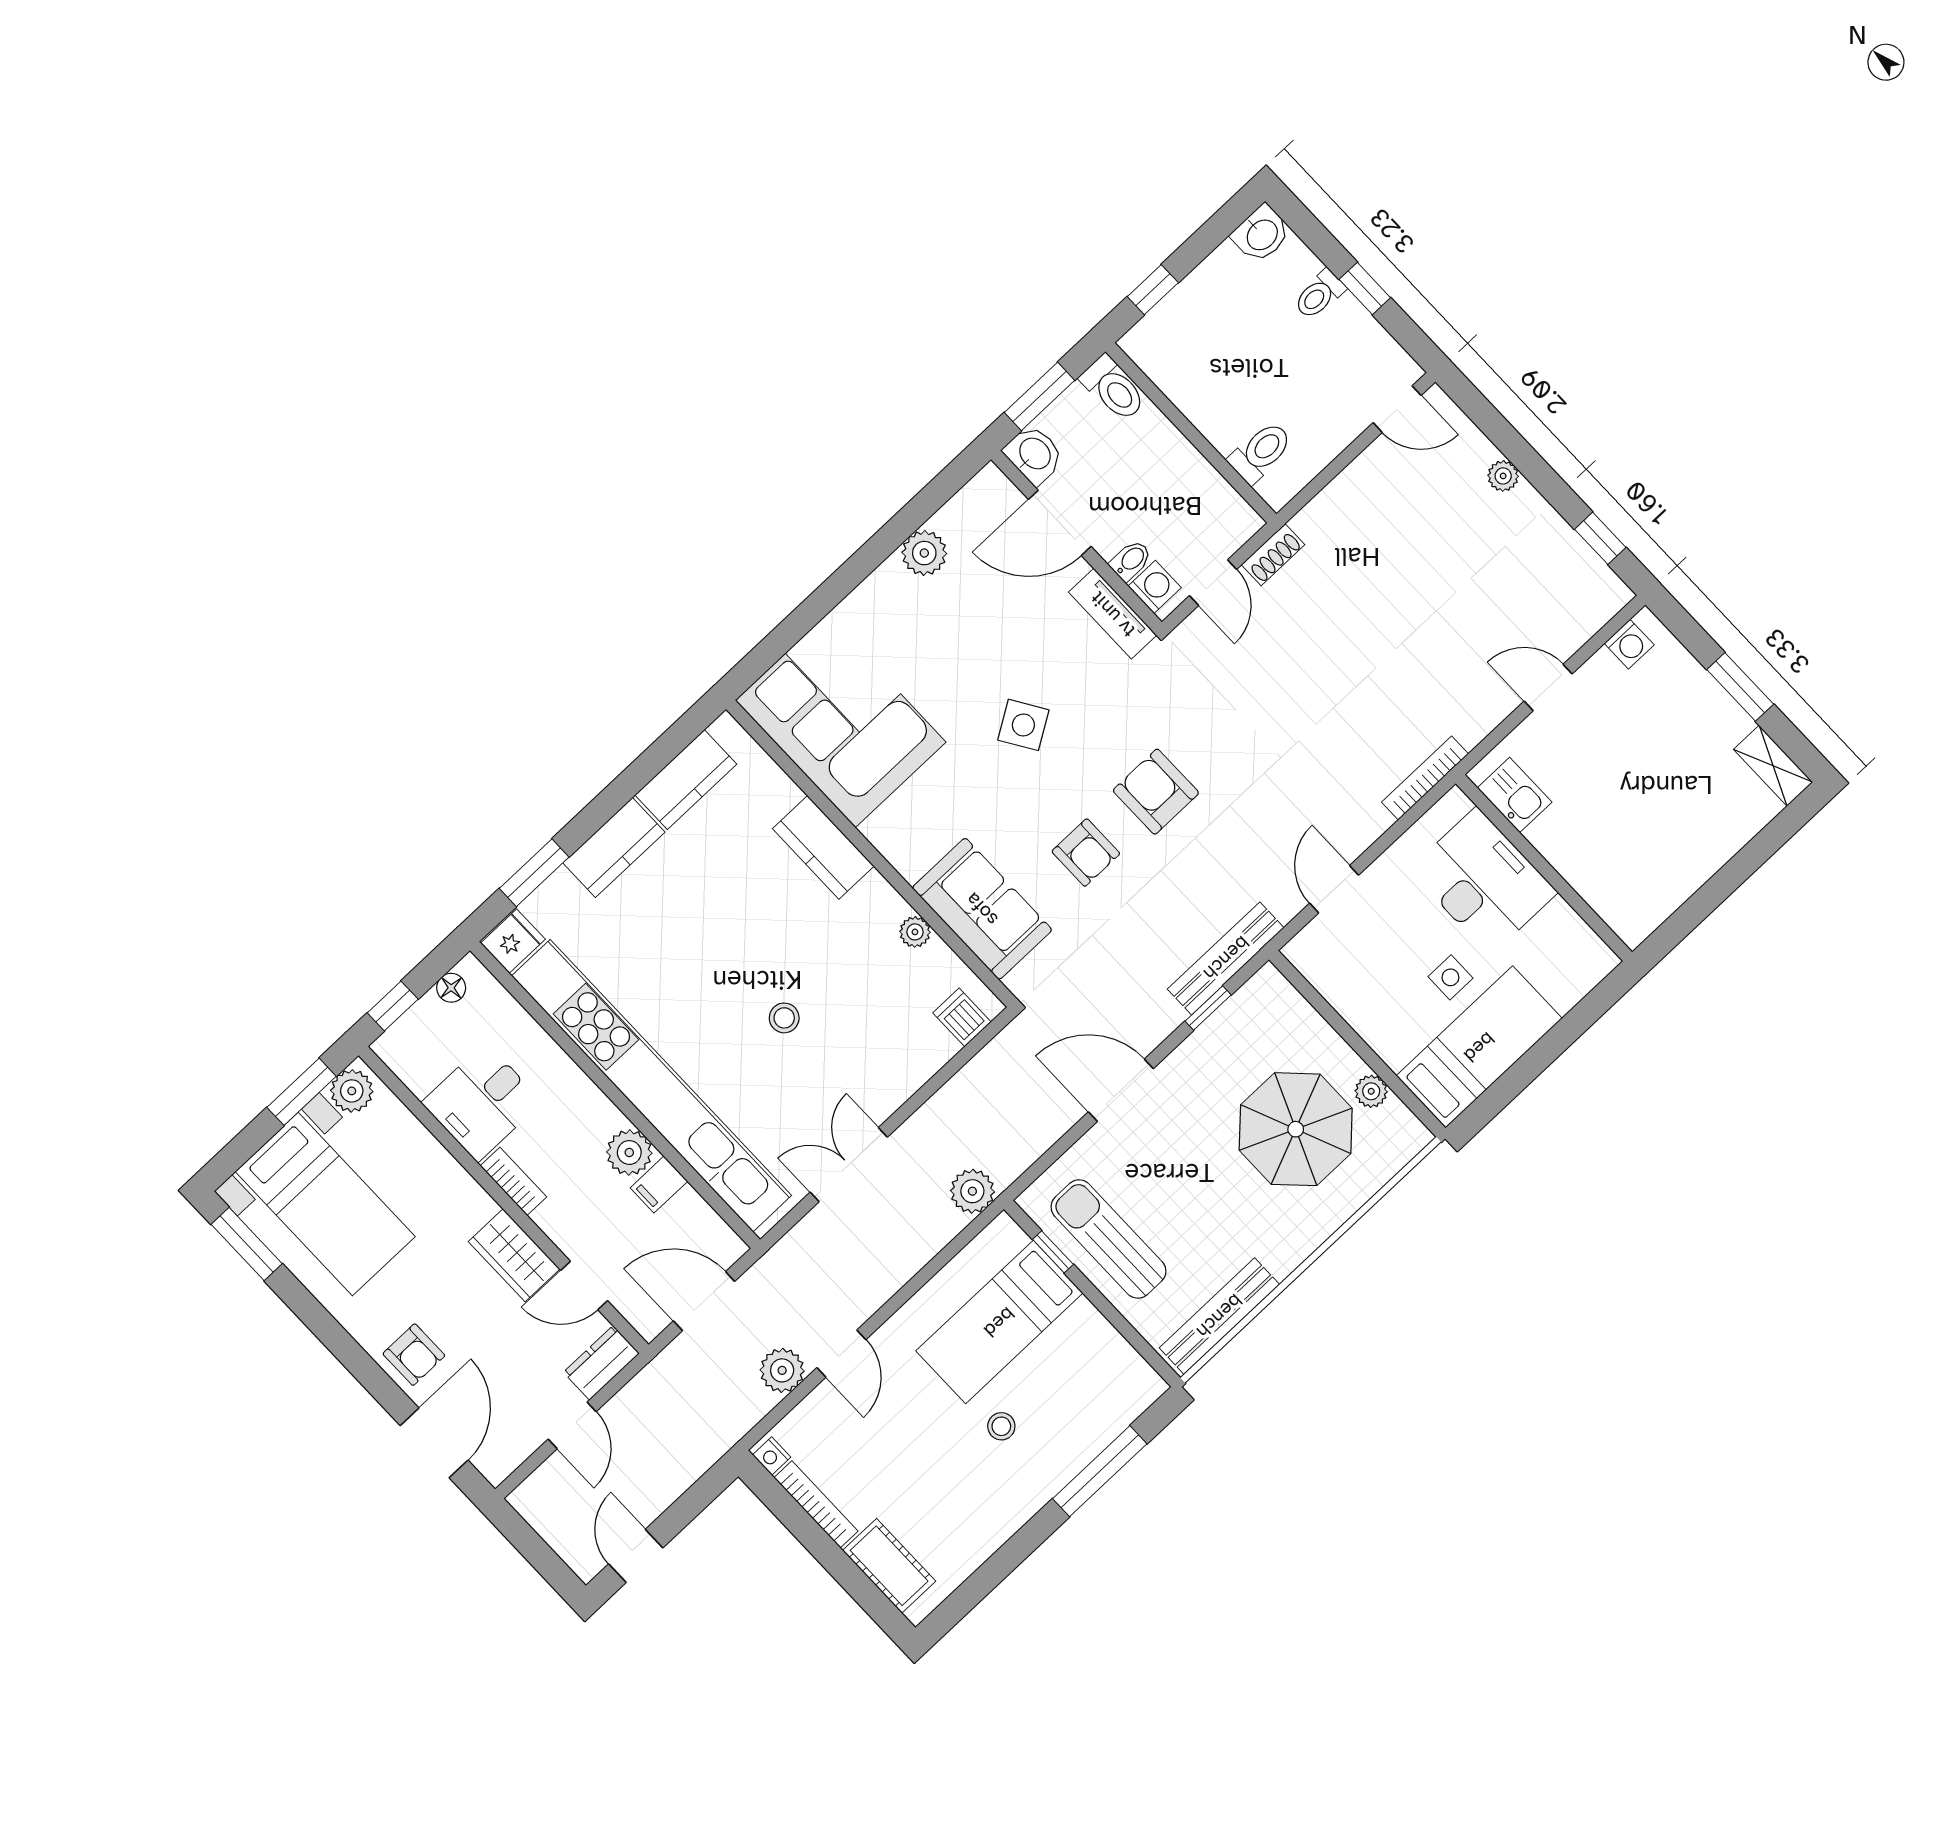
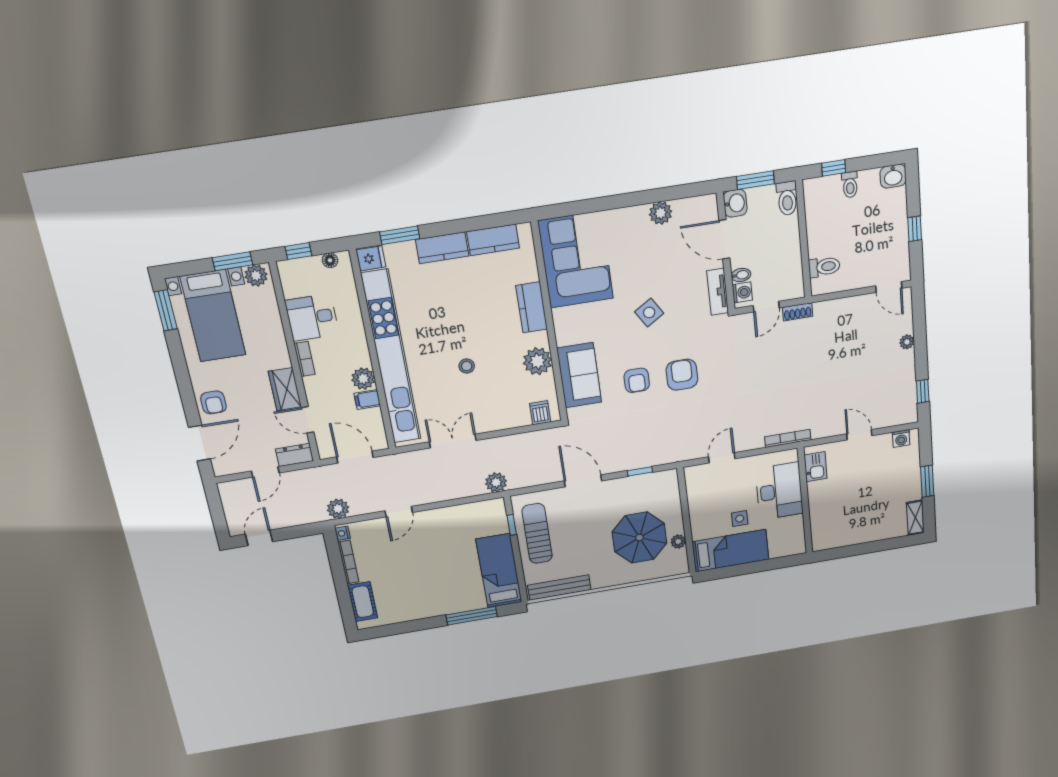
toilet: (1319, 295) -> (850, 185), moved, turned -90
plant: (915, 932) -> (538, 361), width x1.88, depth x1.88
bench: (1226, 958) -> (661, 457), removed
bed: (999, 1322) -> (499, 571), moved, turned 90
plant: (782, 1370) -> (338, 509), moved
stool: (1001, 1426) -> (444, 577), removed

